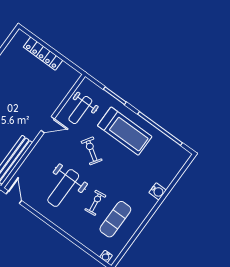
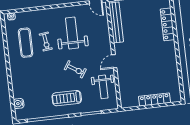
weight bench: (80, 110) -> (103, 87), turned 180
treadmill: (125, 131) -> (67, 98), width x0.73, depth x0.73
water cooler: (158, 191) -> (19, 104), moved

